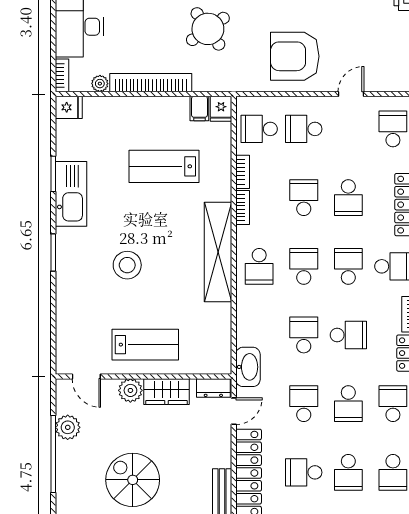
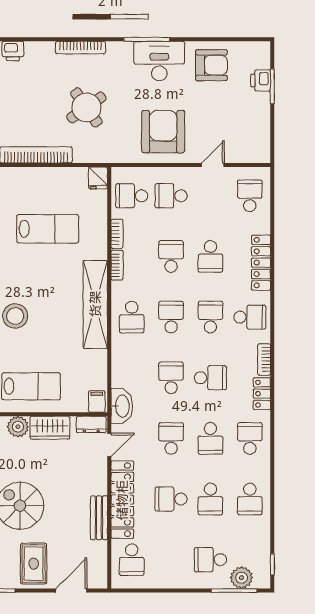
armchair: (295, 56) -> (163, 132), turned 90
filing cabinet: (199, 109) -> (97, 402), moved, turned 180
lab bench: (164, 166) -> (48, 229), turned 180

